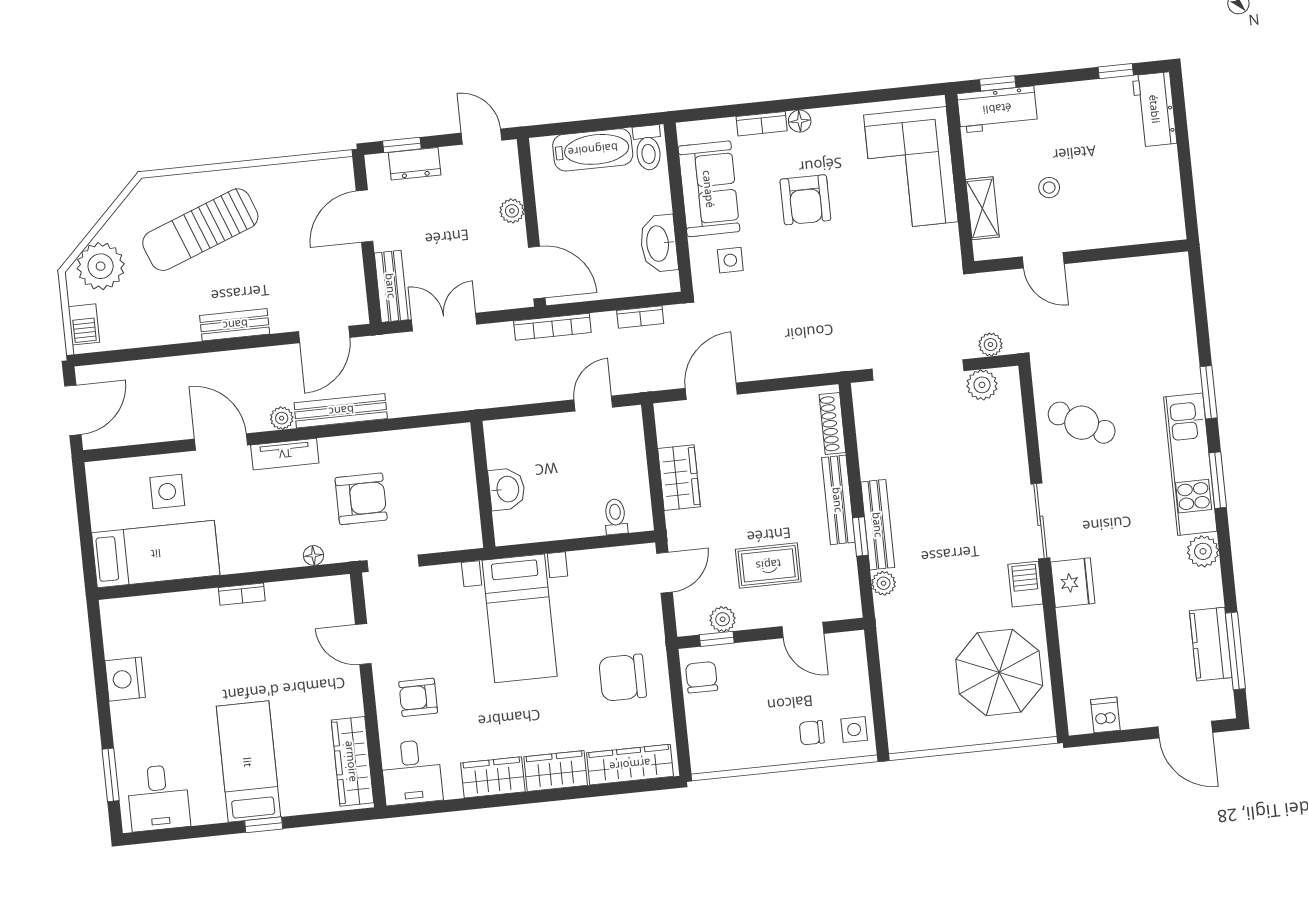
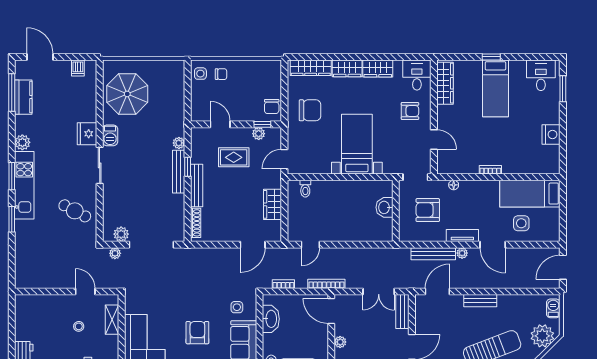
wall: (483, 484) -> (396, 211), moved
washbasin: (507, 489) -> (384, 207), moved

